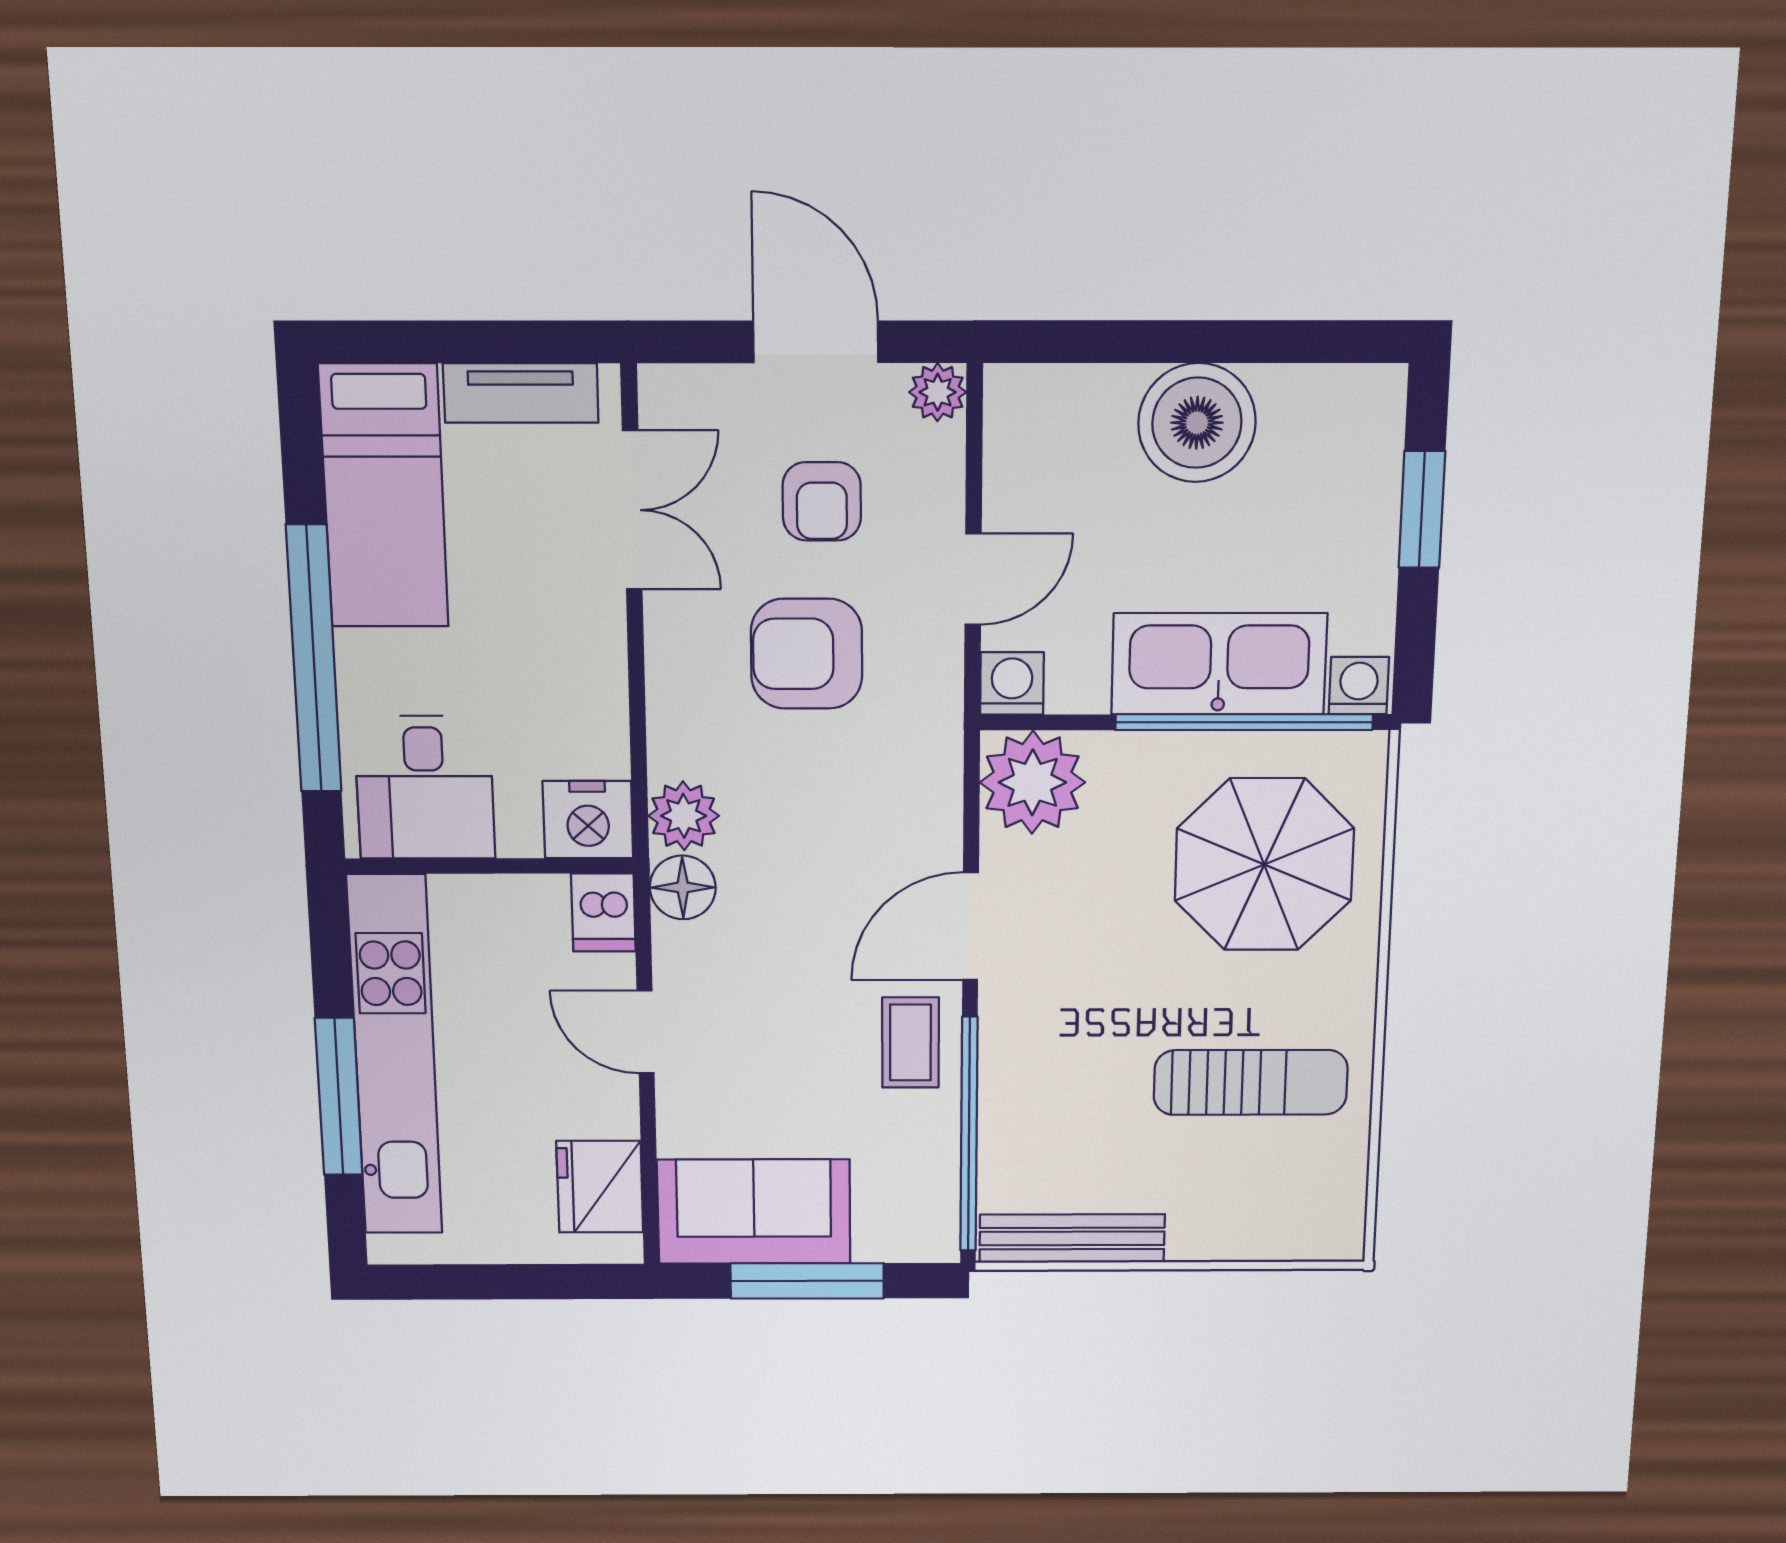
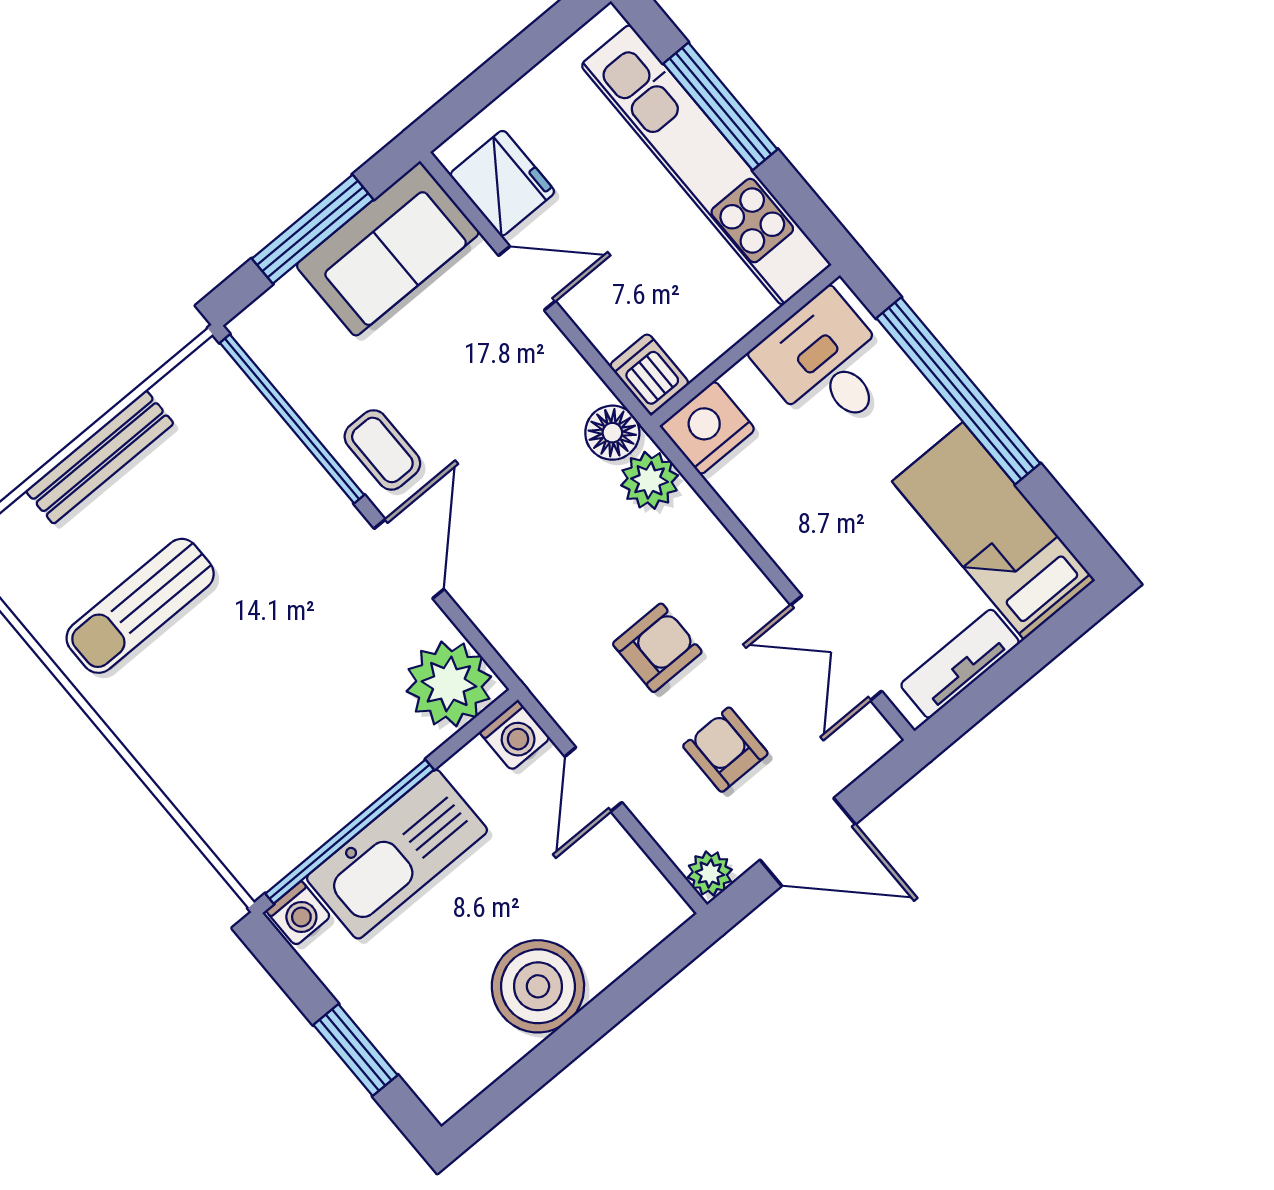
armchair: (807, 654) -> (657, 648), width x0.72, depth x0.72
parasol: (1264, 865) -> (258, 754), removed
door: (646, 1032) -> (527, 278), moved
bench: (1072, 1238) -> (100, 457), moved

